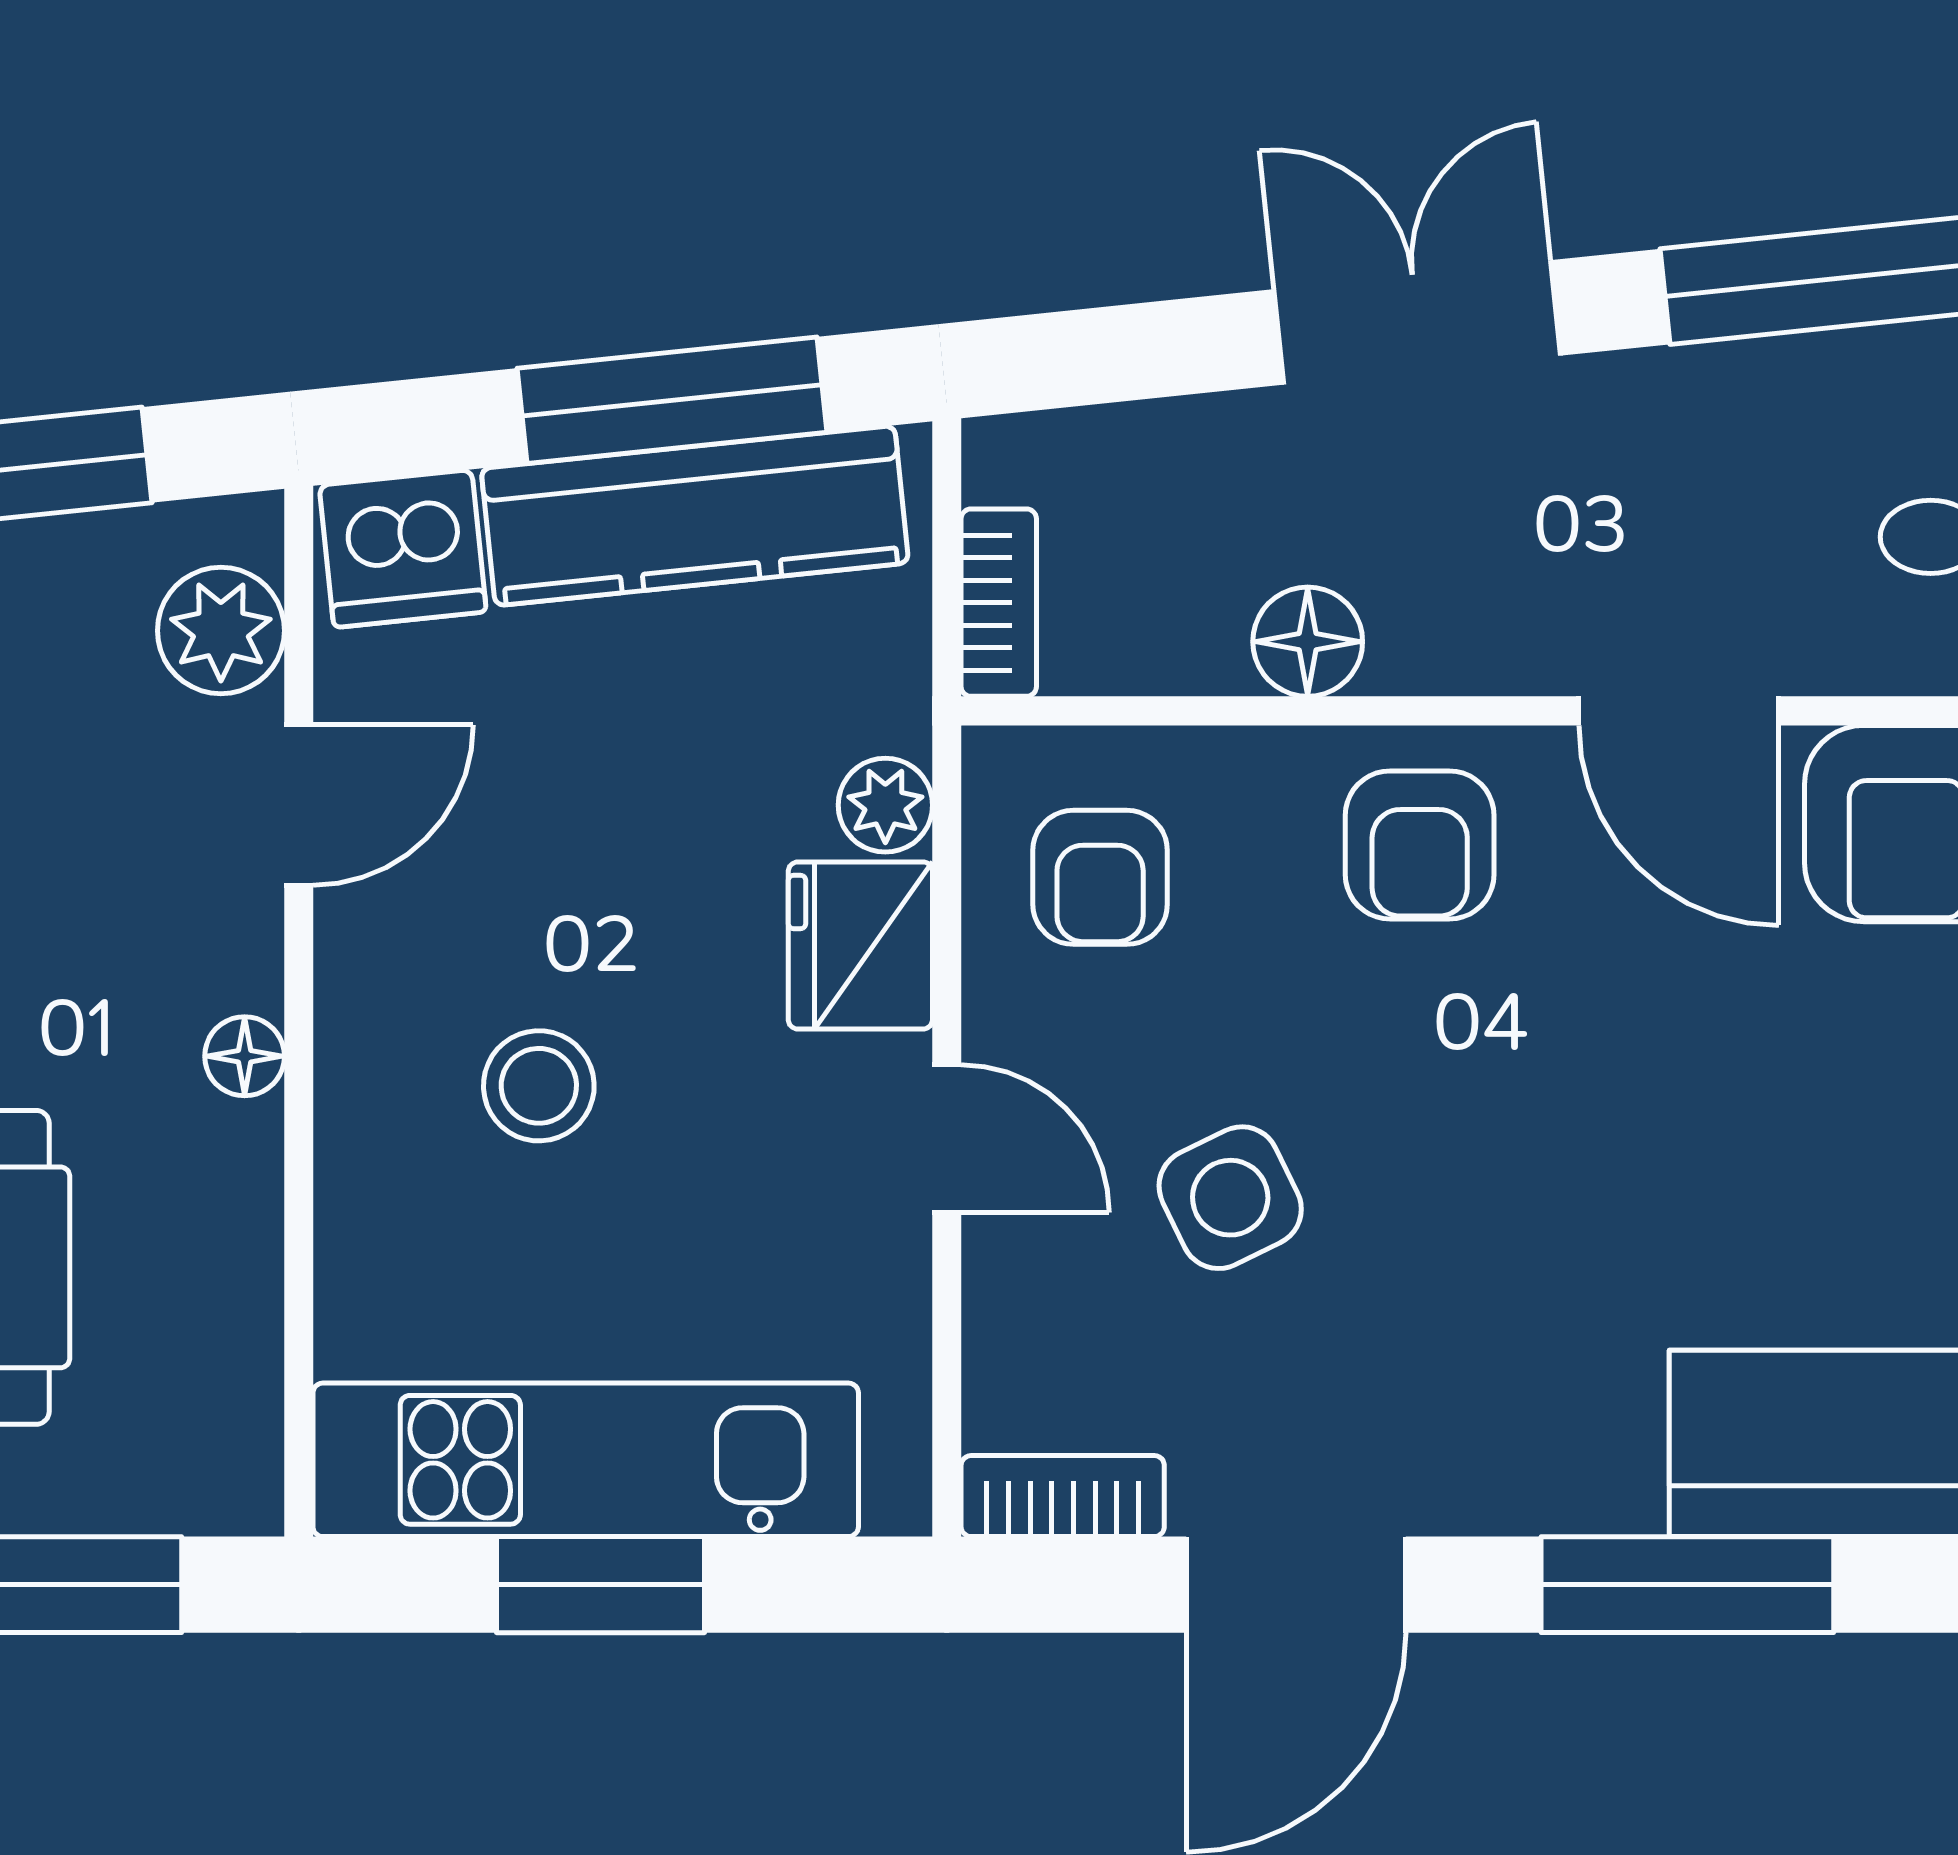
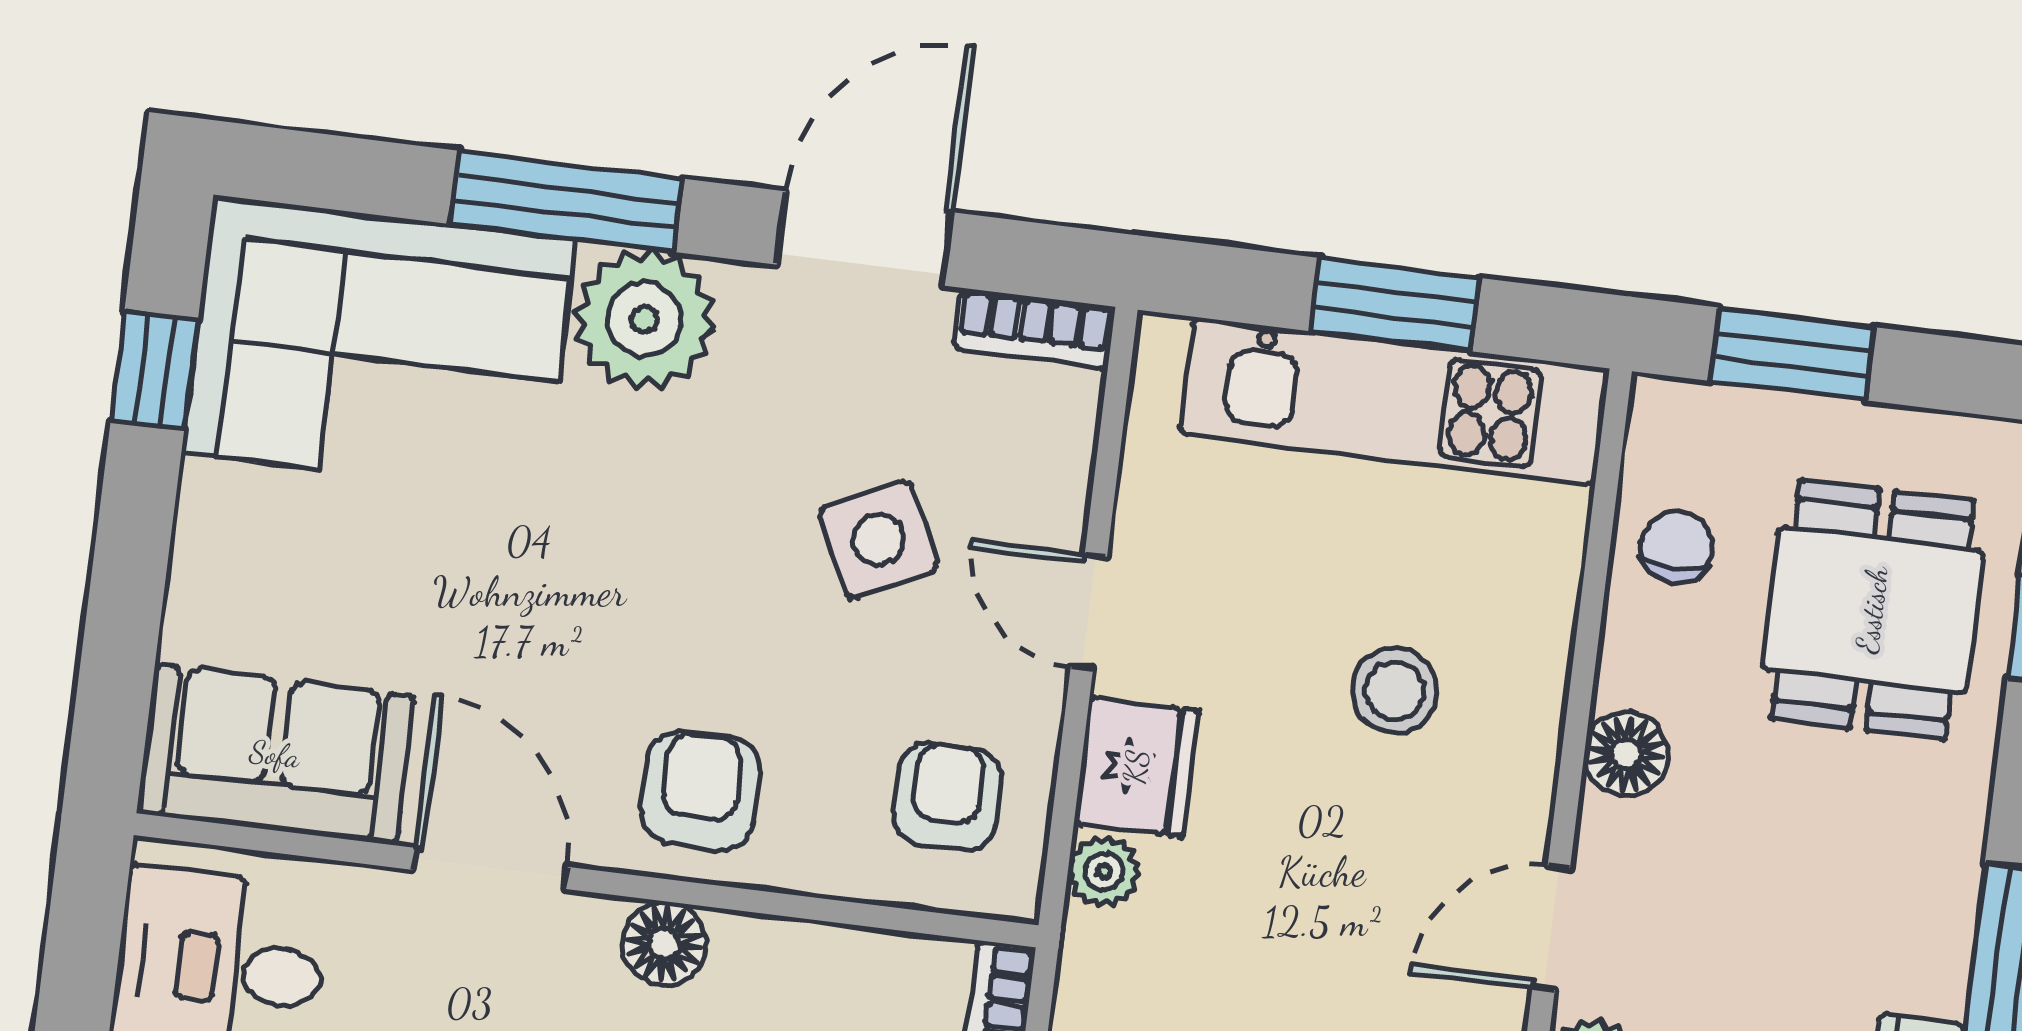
floor lamp: (1308, 642) -> (664, 944), moved
floor lamp: (245, 1056) -> (1626, 754), width x1.37, depth x1.37
chair: (198, 1317) -> (1676, 547), added
plant: (1568, 1444) -> (645, 320), added

